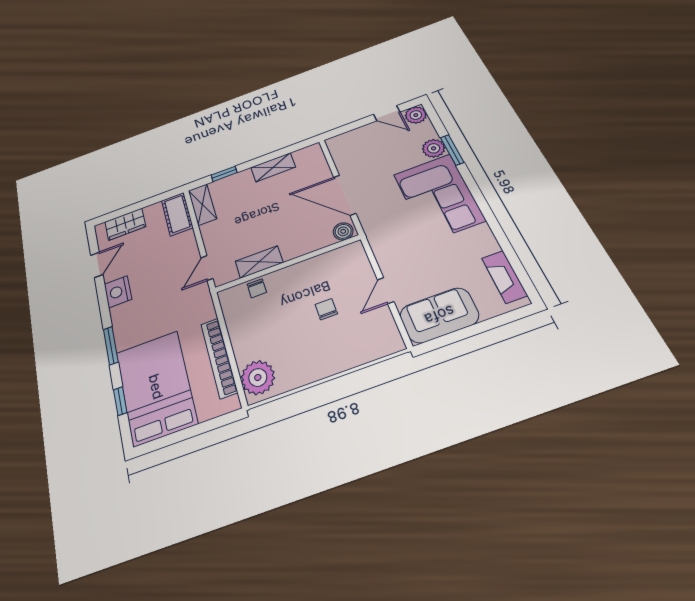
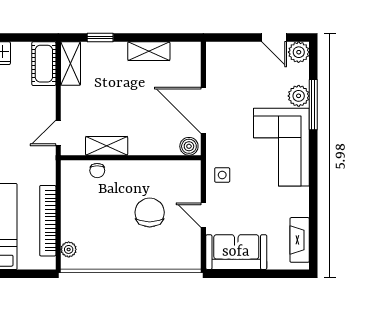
window: (452, 150) -> (313, 105), width x1.44
side table: (389, 245) -> (222, 175), added
door: (386, 291) -> (203, 215), hinge flipped
chair: (326, 309) -> (150, 212), width x1.87, depth x1.87
plant: (258, 378) -> (69, 249), width x0.53, depth x0.53

